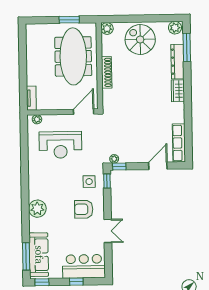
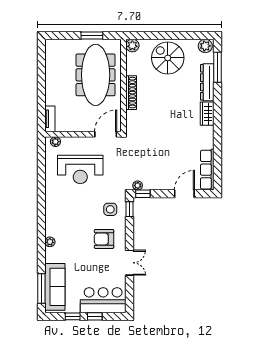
plant: (37, 209) -> (50, 242), width x0.53, depth x0.53
window: (42, 282) -> (73, 316), moved

